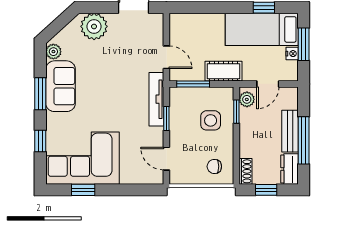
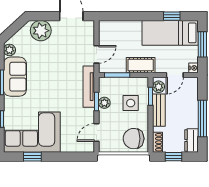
nightstand: (292, 54) -> (193, 68), moved
door: (166, 57) -> (97, 54), hinge flipped
plant: (177, 120) -> (104, 103), added
bench: (290, 131) -> (159, 110), moved
door: (166, 159) -> (97, 132), hinge flipped
chair: (214, 166) -> (134, 139), width x1.87, depth x1.87

